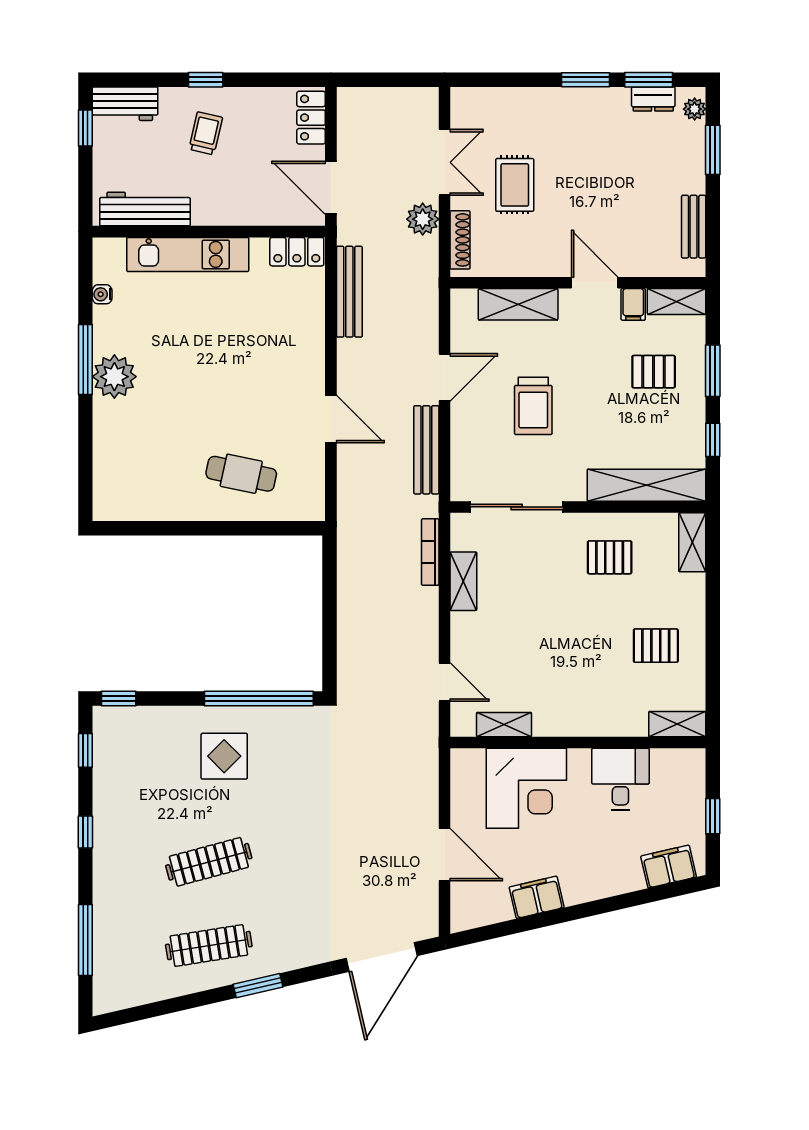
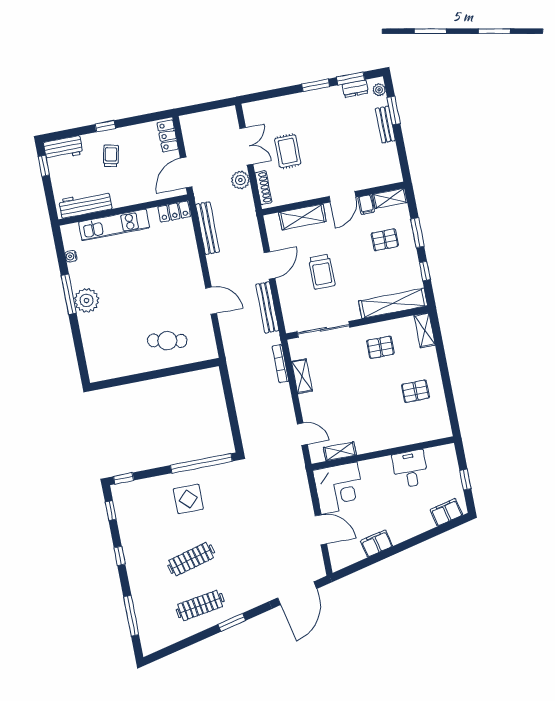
door: (331, 188) -> (186, 173), hinge flipped
bench: (694, 227) -> (385, 125), moved
door: (595, 283) -> (342, 197), swing flipped
shelving: (677, 724) -> (436, 432), removed
corner desk: (526, 788) -> (339, 488), moved

